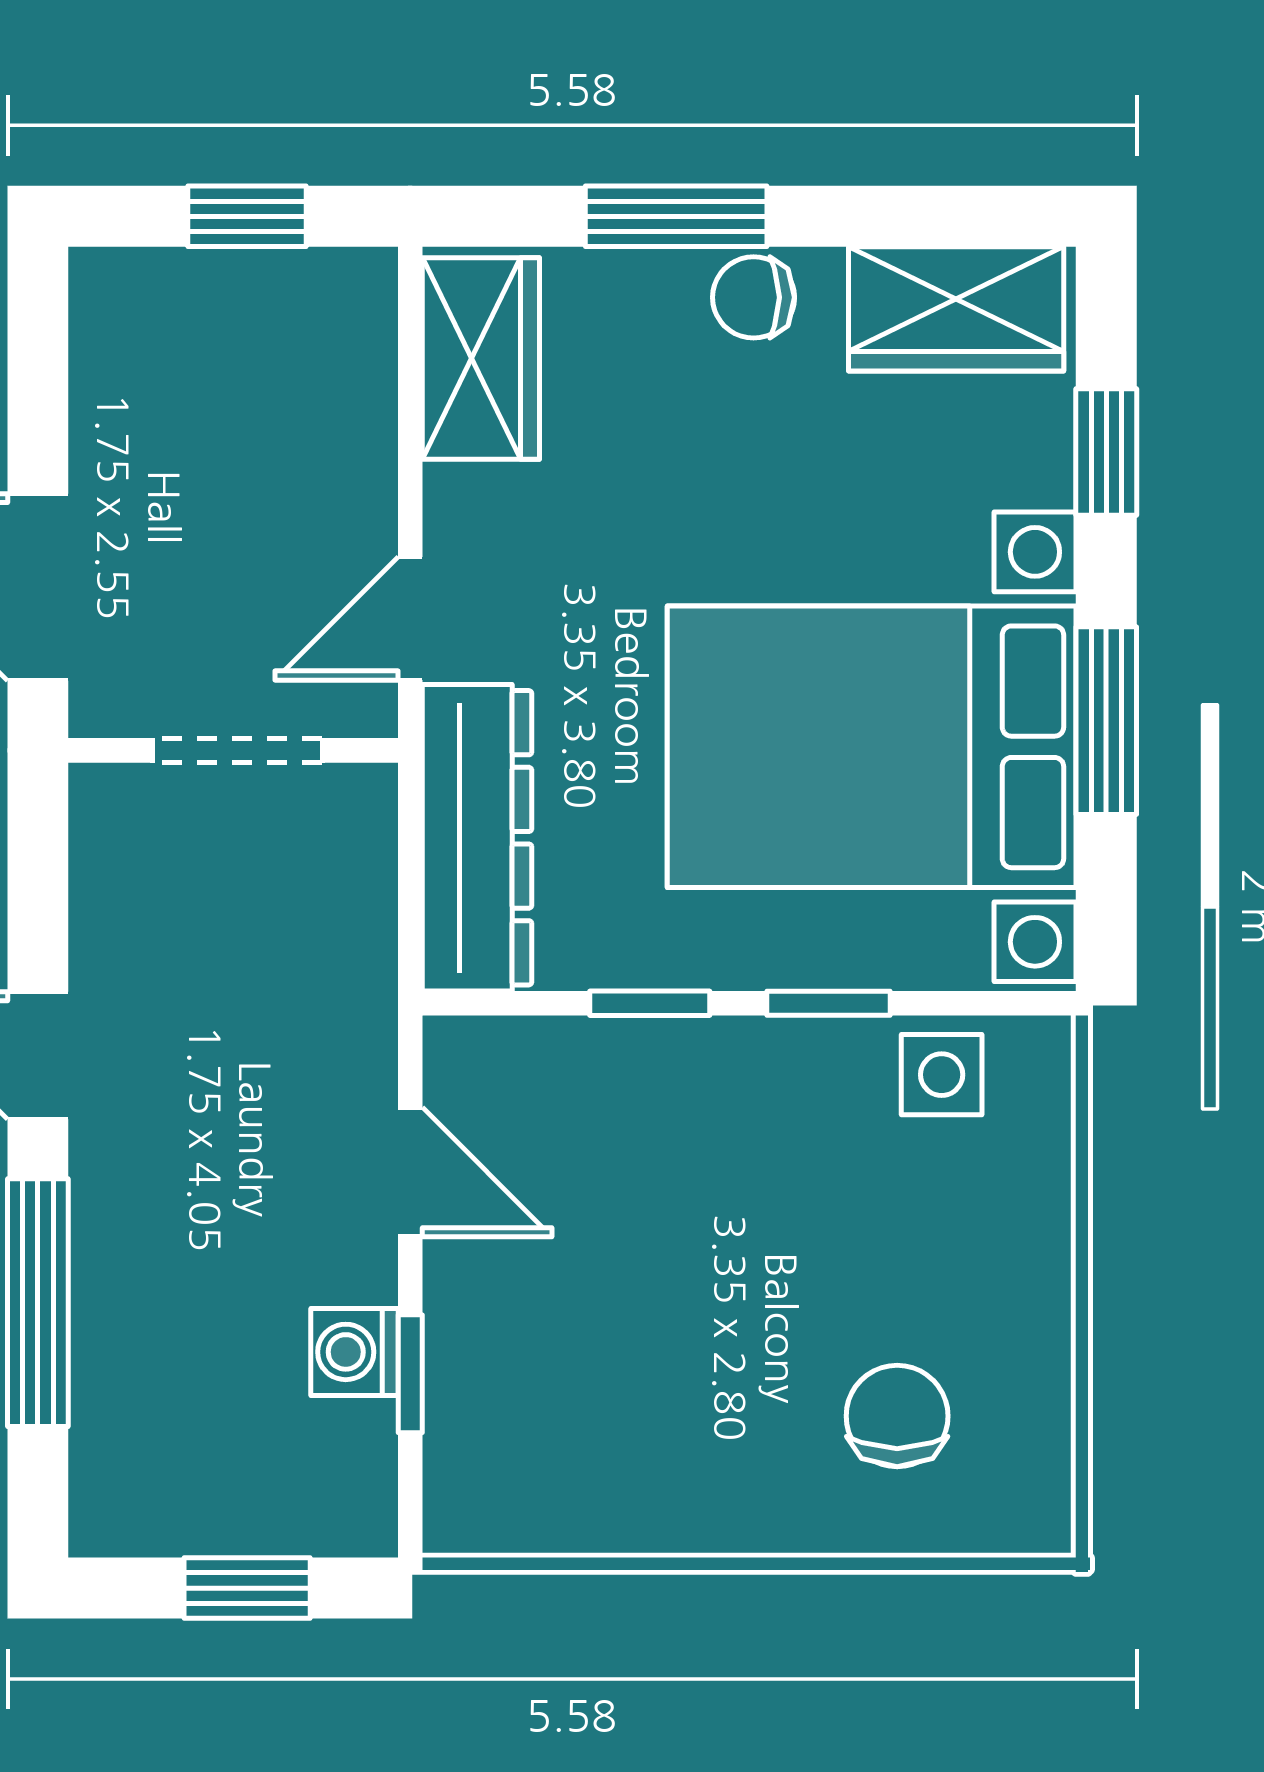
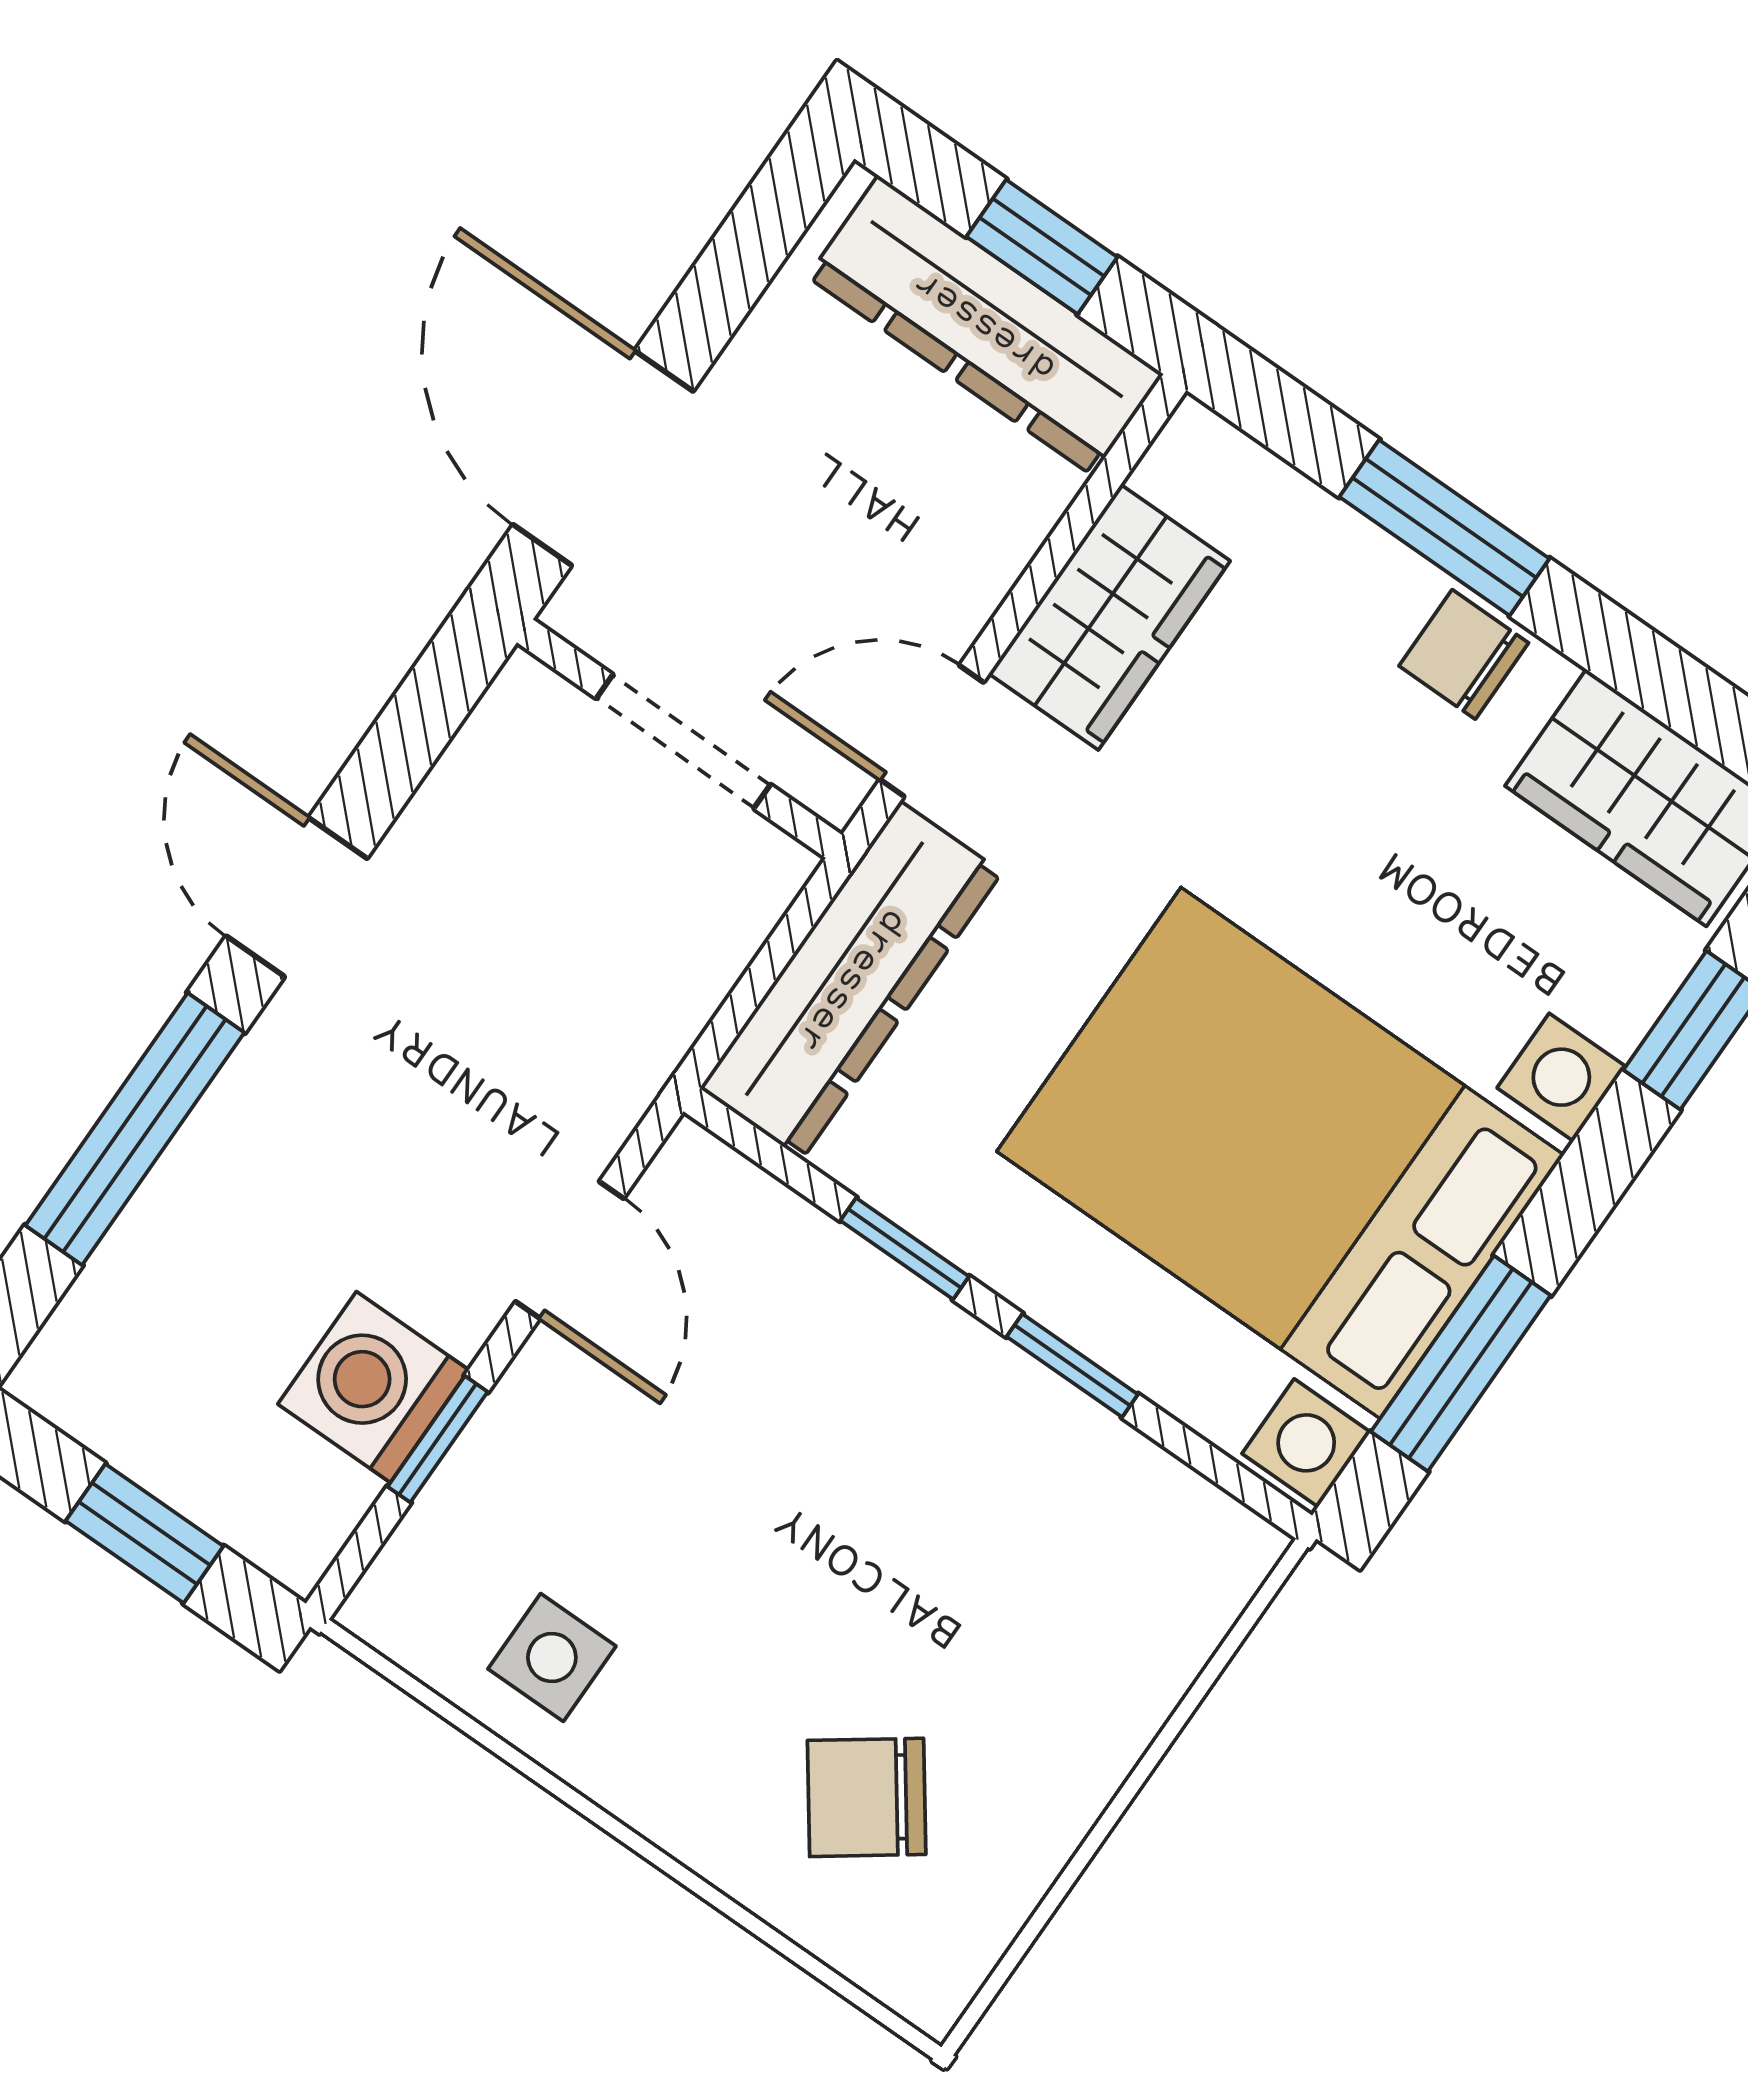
dresser: (246, 301) -> (985, 325), added
wardrobe: (481, 359) -> (1109, 617), moved
window: (1106, 721) -> (1461, 1364), moved
side table: (942, 1075) -> (552, 1658), moved
washing machine: (354, 1352) -> (373, 1387), width x1.38, depth x1.38
chair: (897, 1416) -> (867, 1797), turned -126

